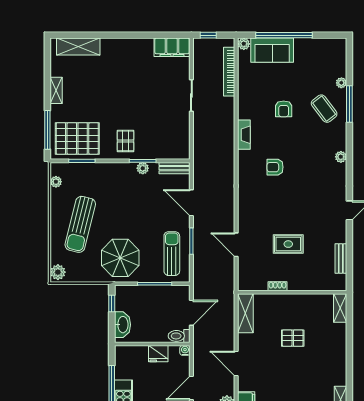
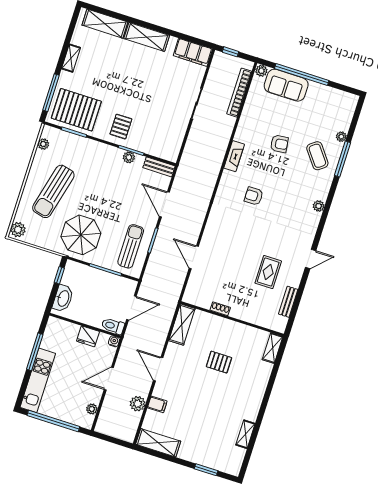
shelving: (123, 47) -> (147, 37), added
armchair: (284, 109) -> (279, 144), turned -97
rug: (288, 244) -> (268, 272), moved, turned 90

